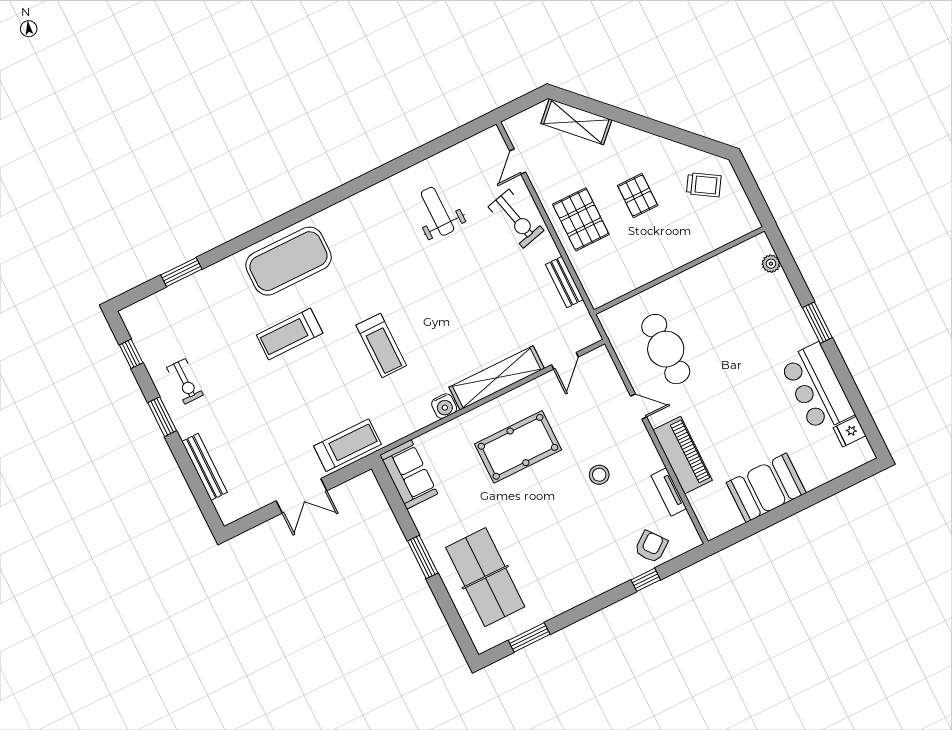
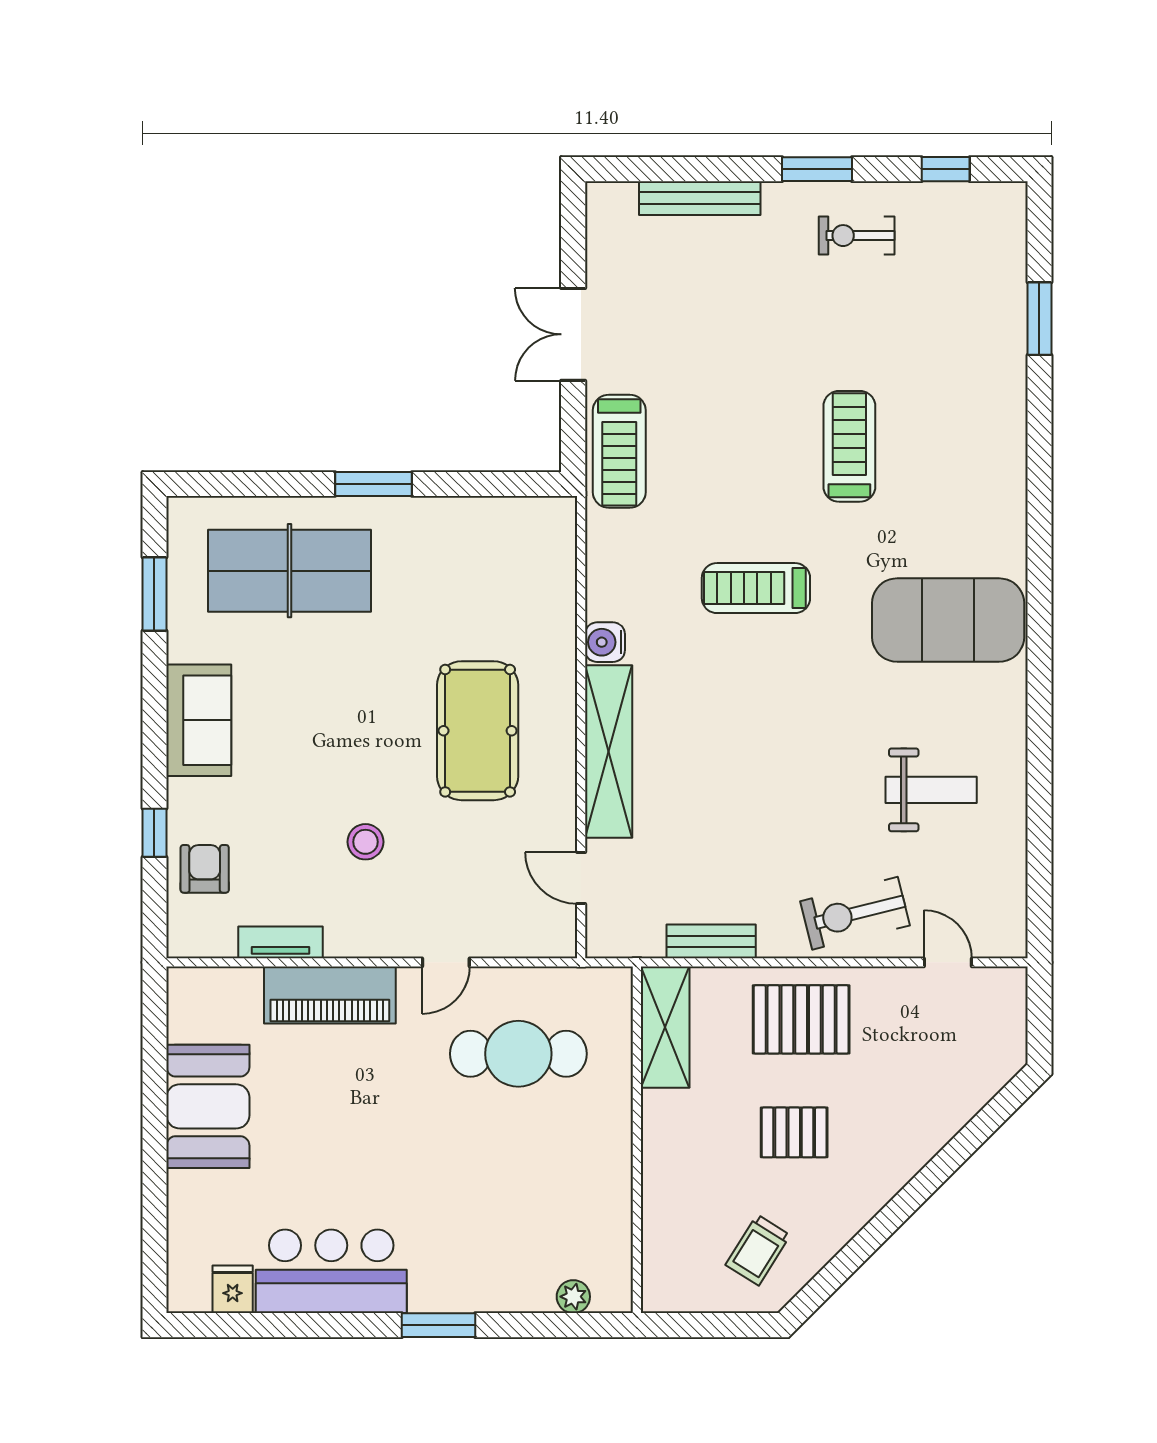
shelving: (576, 122) -> (665, 1027), moved, turned -45
exercise mat: (288, 261) -> (948, 620), moved, turned 90
sofa: (409, 474) -> (199, 720), moved, turned -90
armchair: (651, 547) -> (205, 869), turned -142

